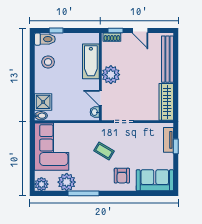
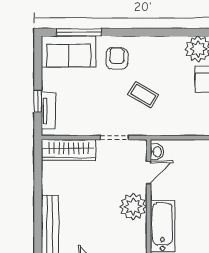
door: (100, 98) -> (149, 172), hinge flipped
wardrobe: (166, 102) -> (69, 150), moved, turned 90
window: (83, 193) -> (79, 32), moved

